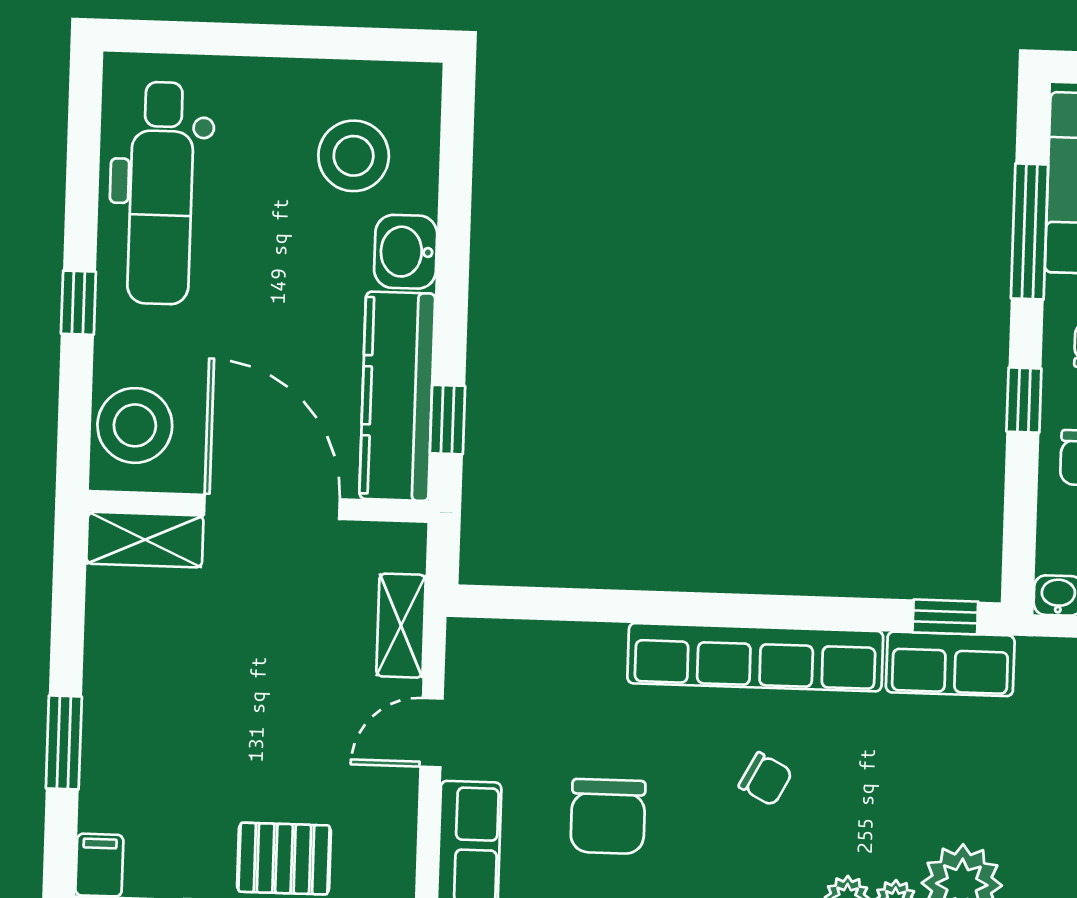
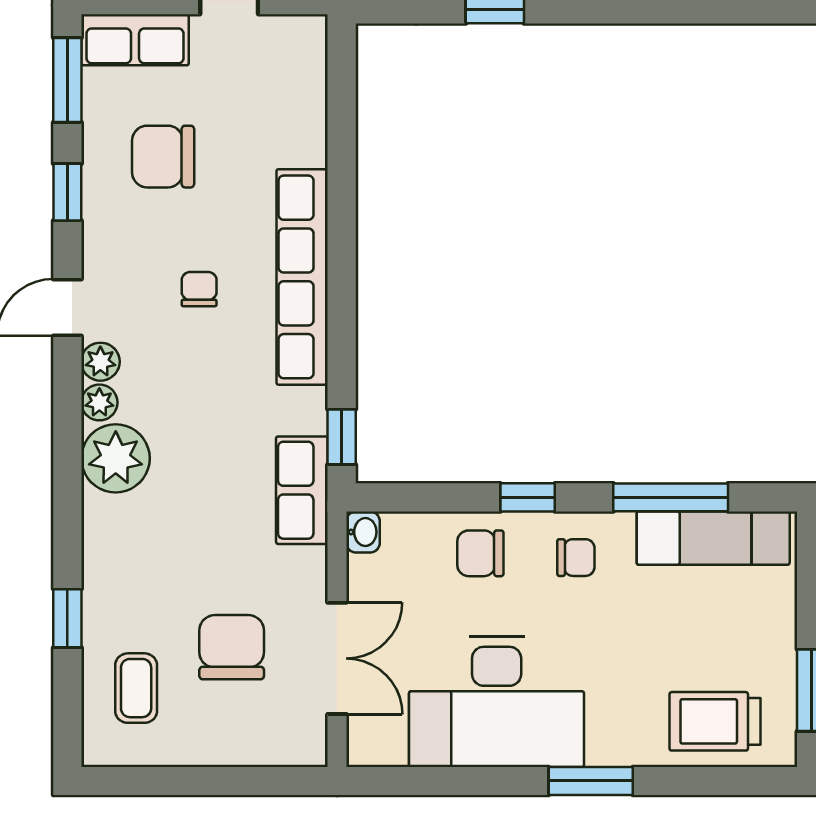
row of seats: (950, 664) -> (302, 490), moved
chair: (766, 779) -> (199, 289), turned 152

